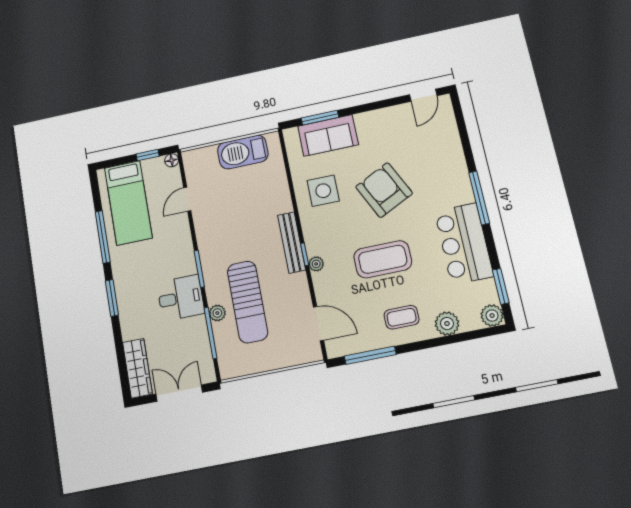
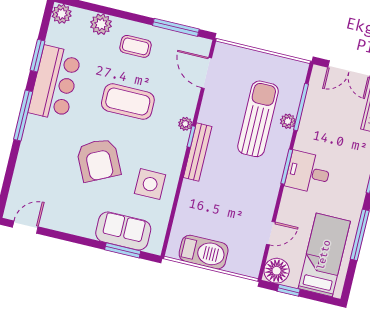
floor lamp: (172, 160) -> (277, 271), width x1.89, depth x1.89
window: (501, 286) -> (38, 56), moved
desk: (181, 298) -> (308, 172), moved

